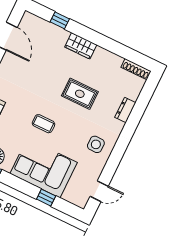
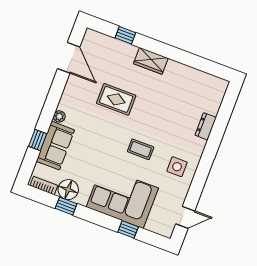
shoe rack: (136, 69) -> (213, 81), removed
rug: (80, 94) -> (116, 99), moved
coffee table: (44, 124) -> (141, 149), moved

